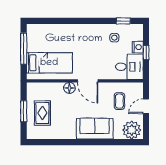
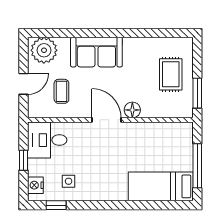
nightstand: (138, 47) -> (35, 185), moved
bed: (49, 63) -> (161, 186), moved
window: (24, 111) -> (197, 93), moved

